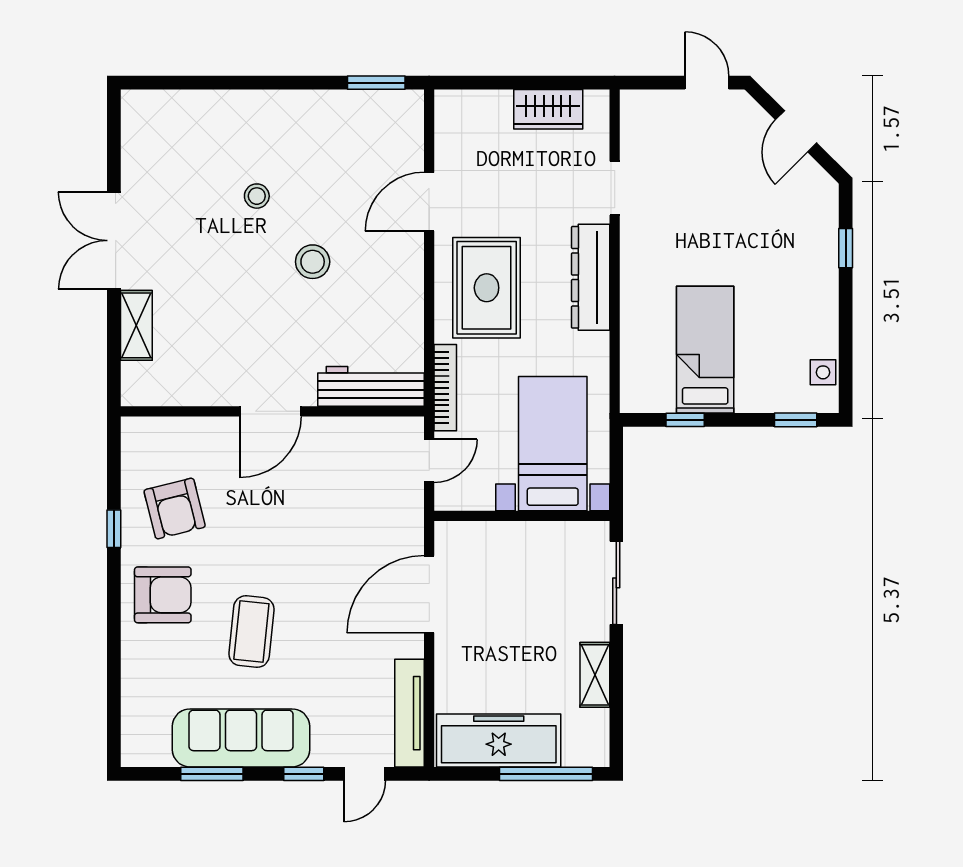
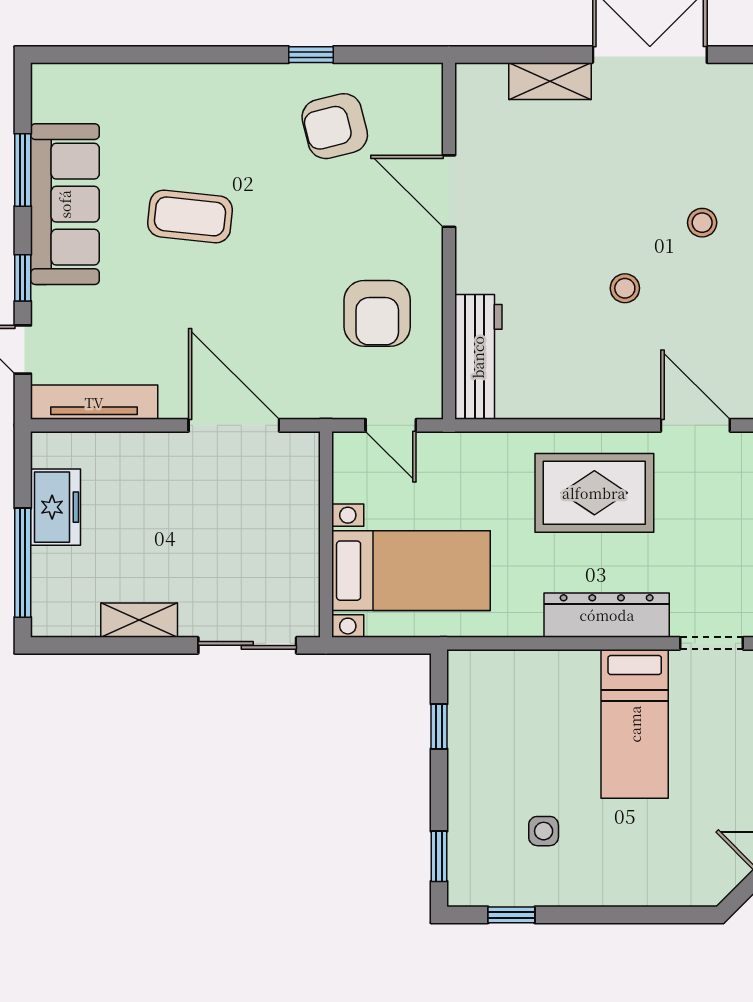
window: (846, 248) -> (511, 915), moved
stool: (313, 262) -> (625, 288), width x0.73, depth x0.73
bed: (705, 350) -> (635, 724), moved, turned 90
side table: (823, 372) -> (544, 831), moved
bookcase: (445, 388) -> (477, 444), removed
door: (270, 411) -> (449, 191), moved
armchair: (163, 595) -> (377, 313), moved
freezer: (499, 740) -> (56, 507), width x0.52, depth x0.79

